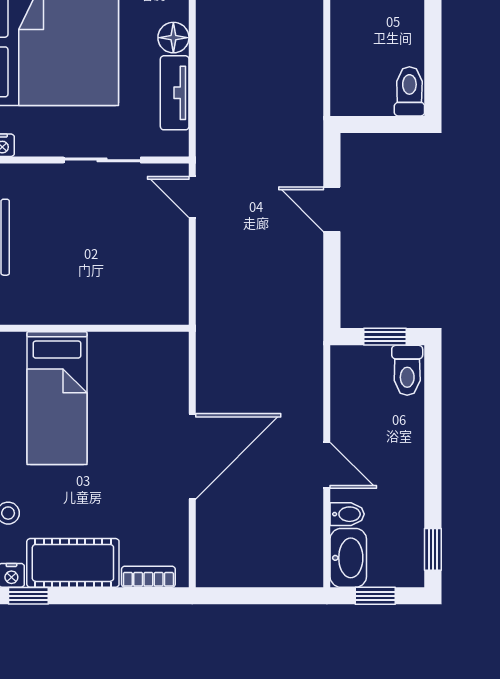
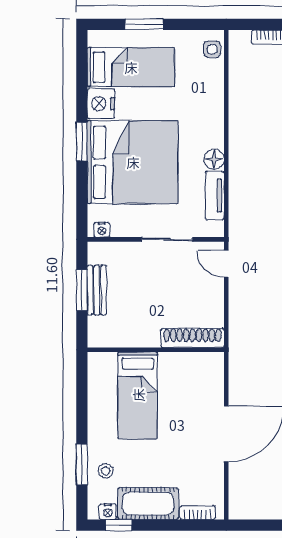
shoe rack: (141, 310) -> (193, 338), added

